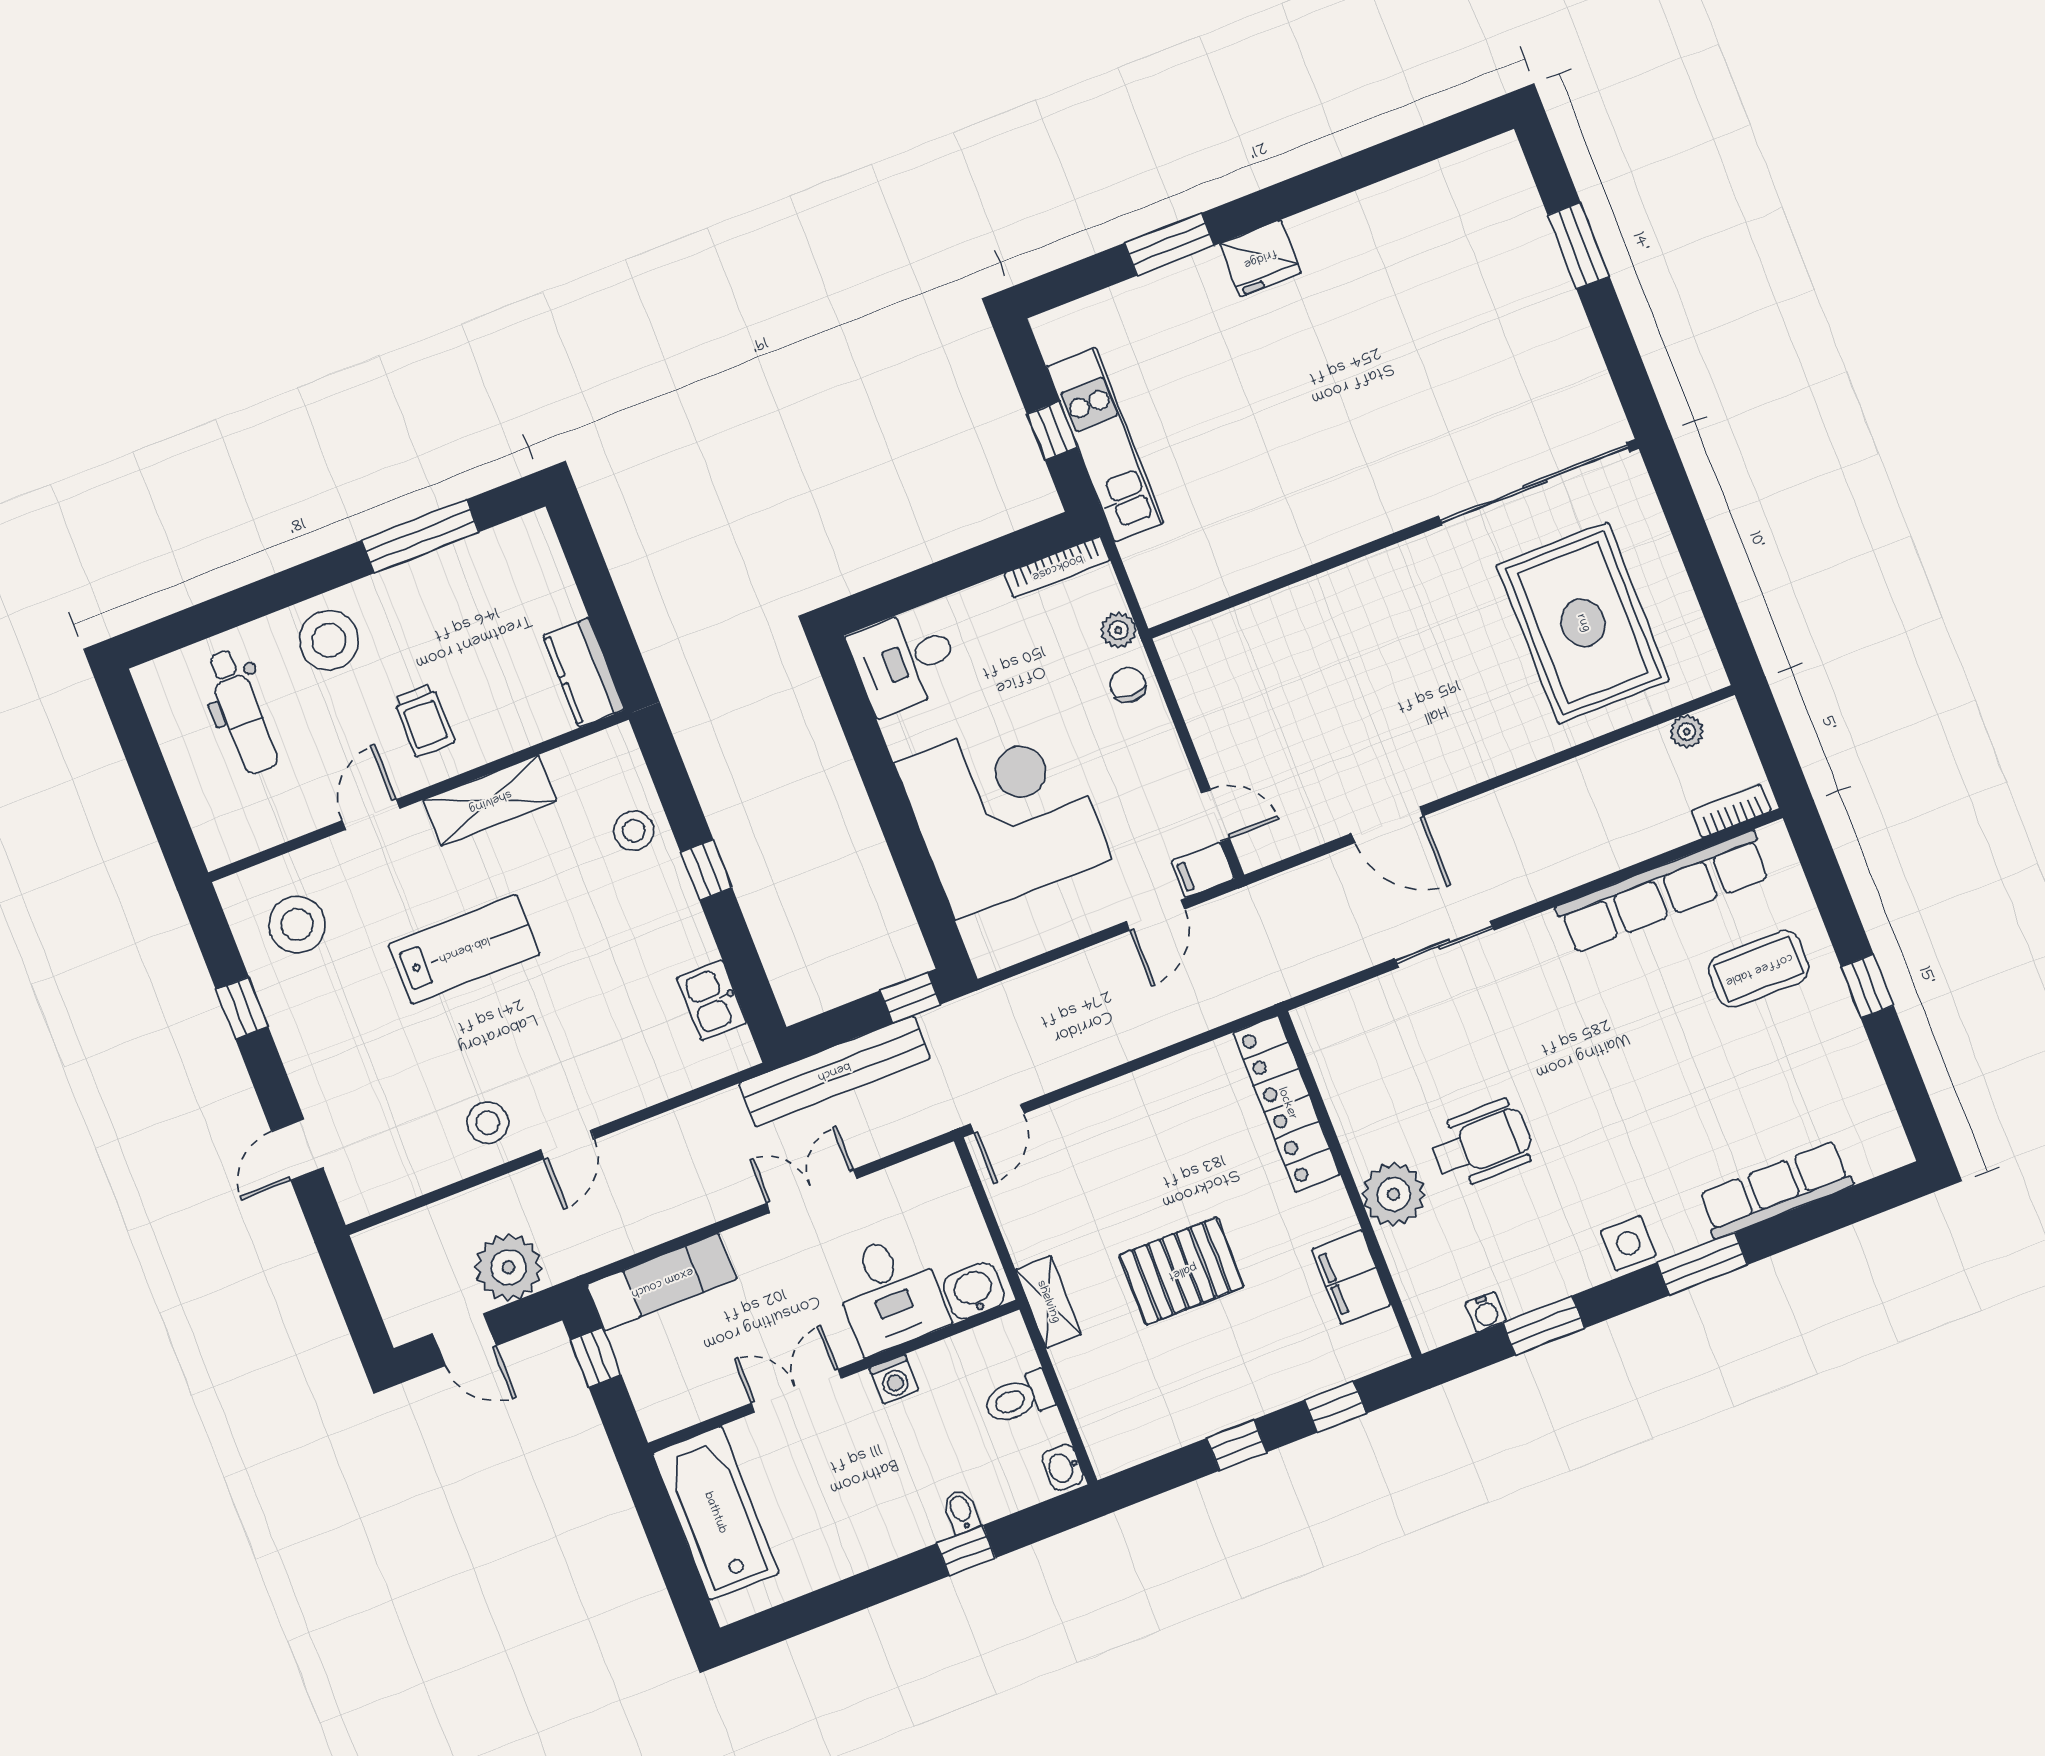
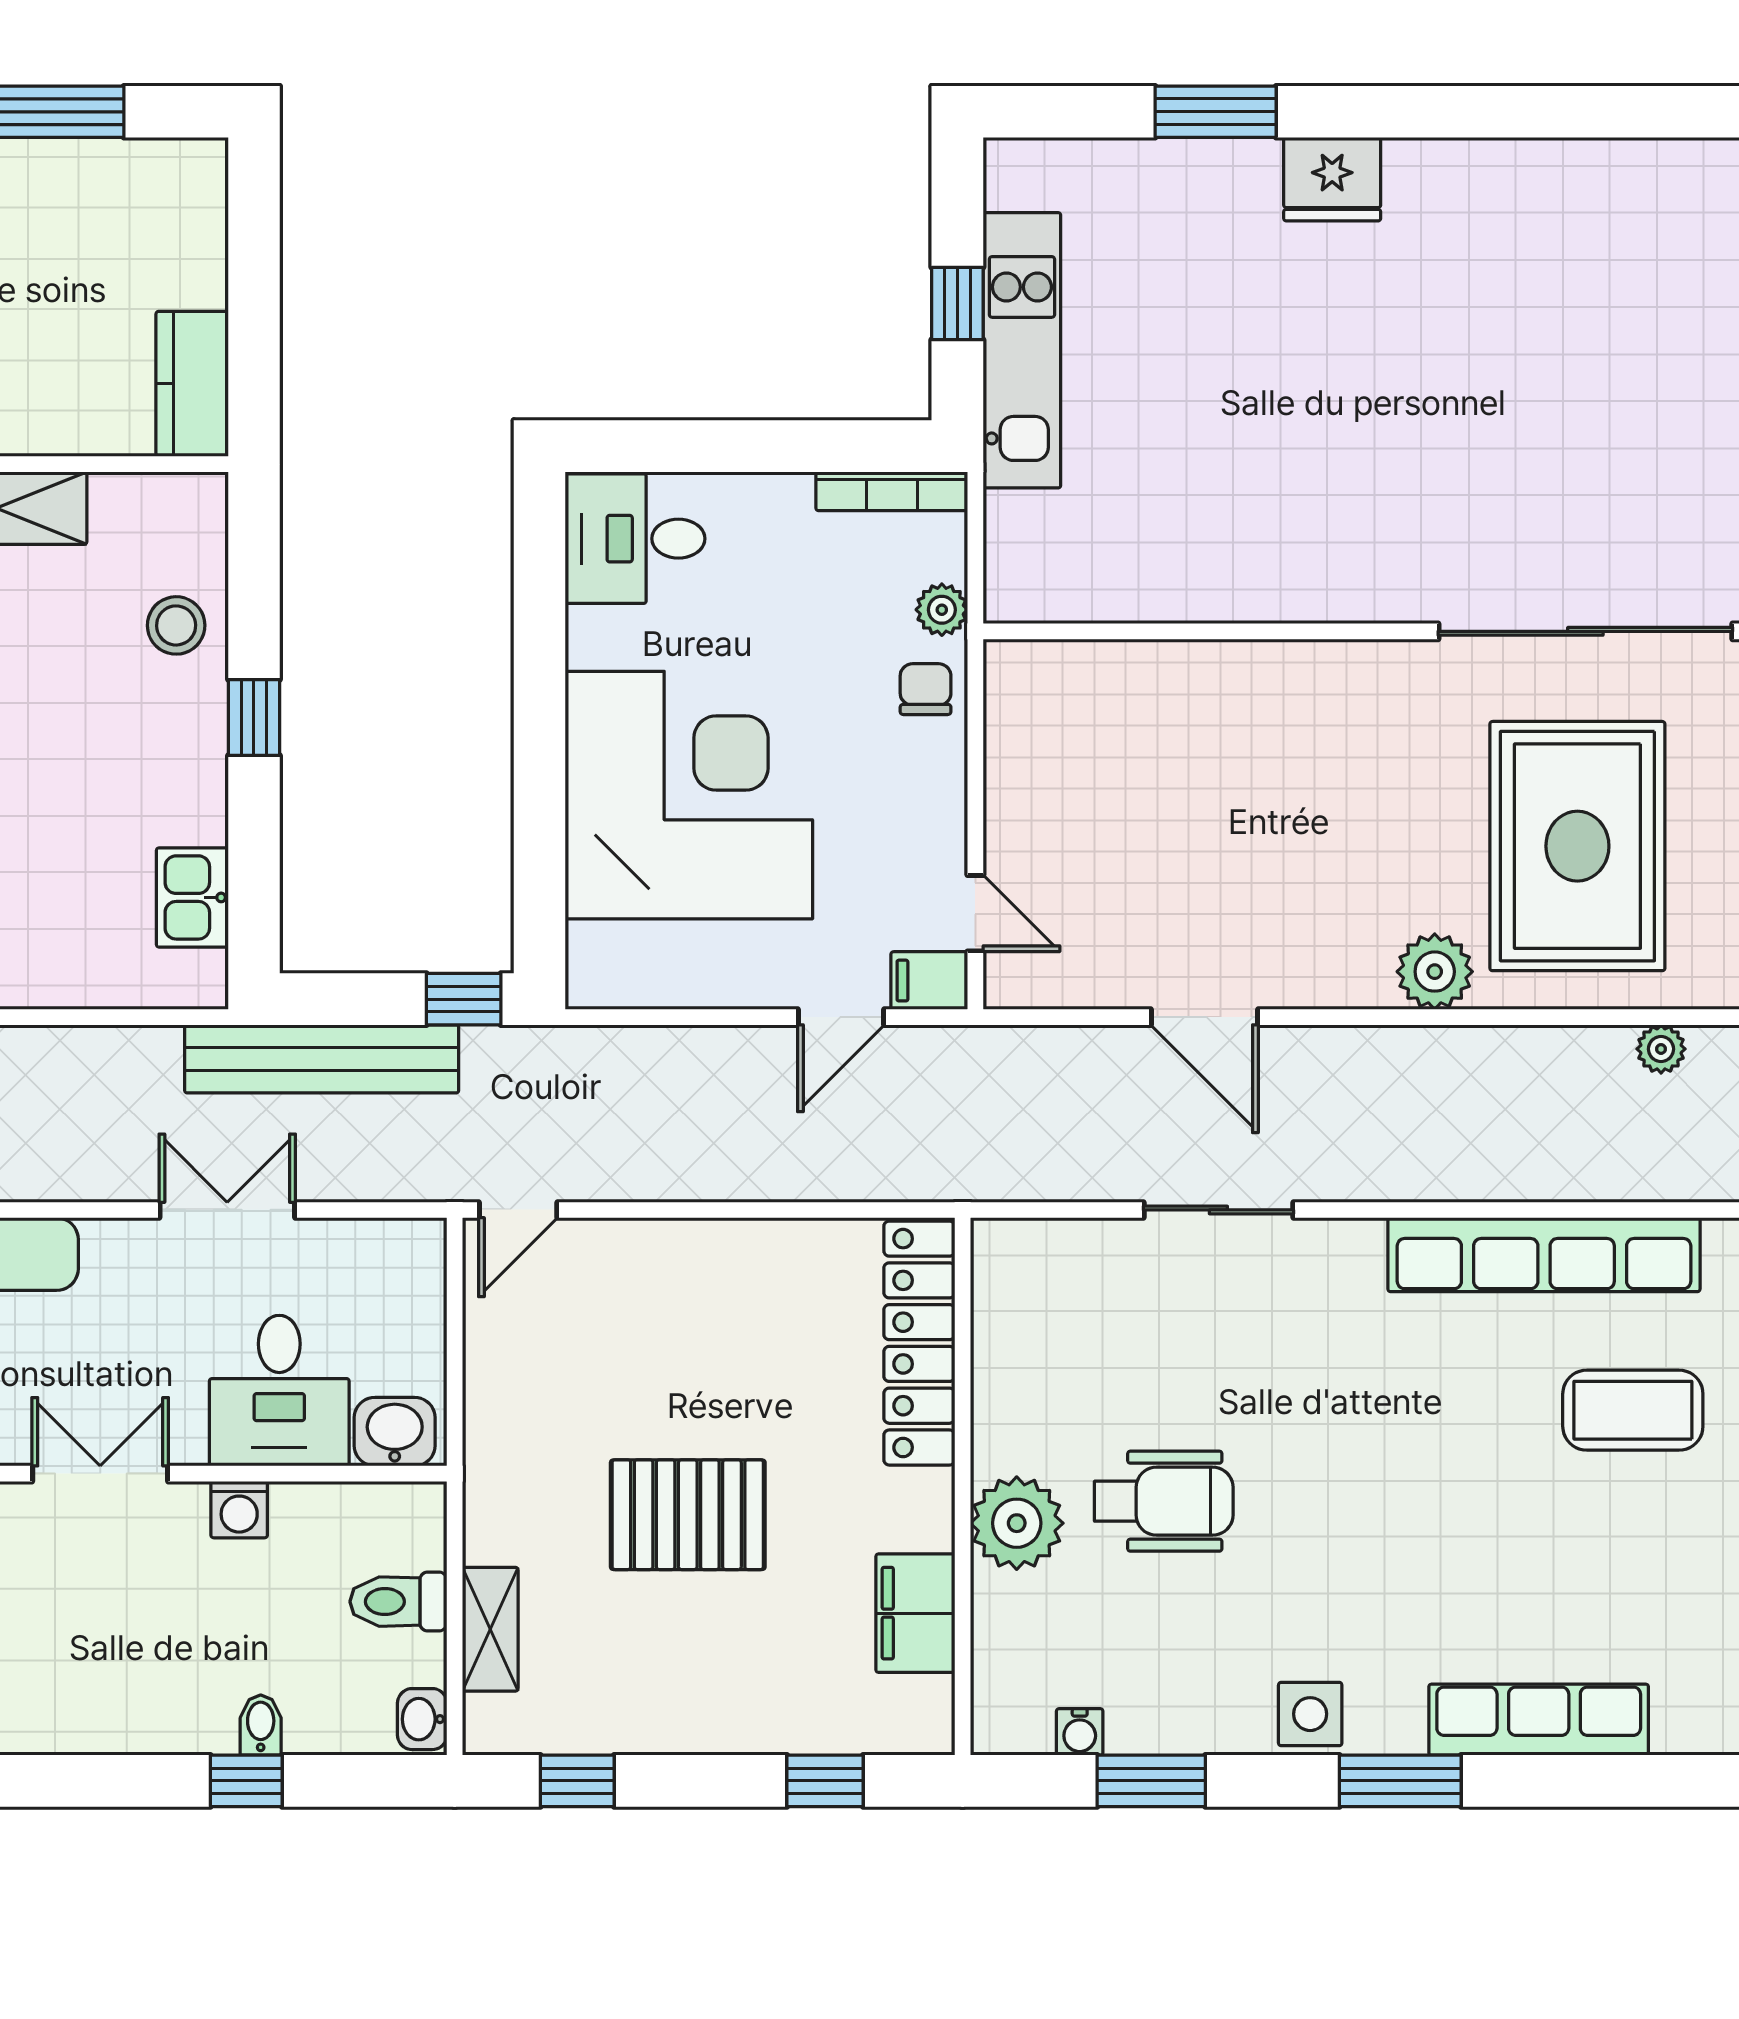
plant: (1523, 738) -> (1435, 972), added
bookcase: (1731, 811) -> (1679, 1181), removed
shelving: (1048, 1302) -> (490, 1629), moved
window: (1237, 1445) -> (577, 1781), moved

